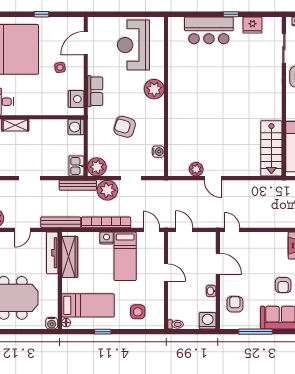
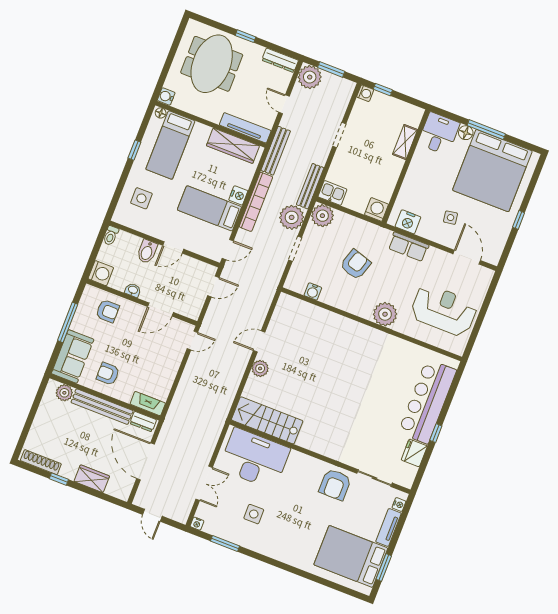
bar counter: (209, 30) -> (427, 401), width x1.36
plant: (196, 169) -> (260, 368), moved
bidet: (177, 292) -> (147, 252), added

